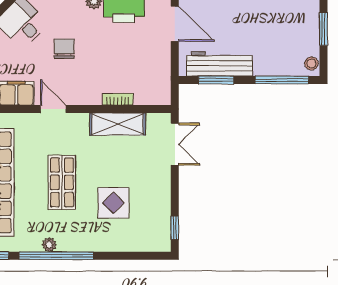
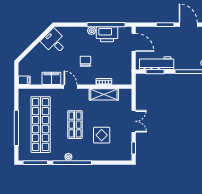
chair: (64, 49) -> (85, 61), moved
double door: (175, 144) -> (134, 121), moved

